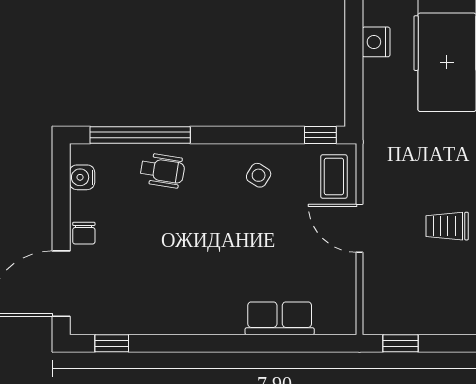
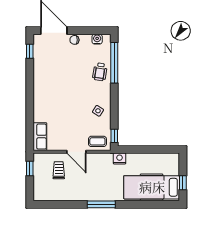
nightstand: (376, 42) -> (120, 159), moved
trolley: (447, 226) -> (59, 170), moved
door: (359, 228) -> (76, 152), swing flipped
row of seats: (280, 318) -> (40, 137), moved

